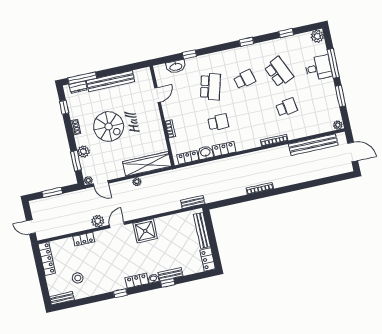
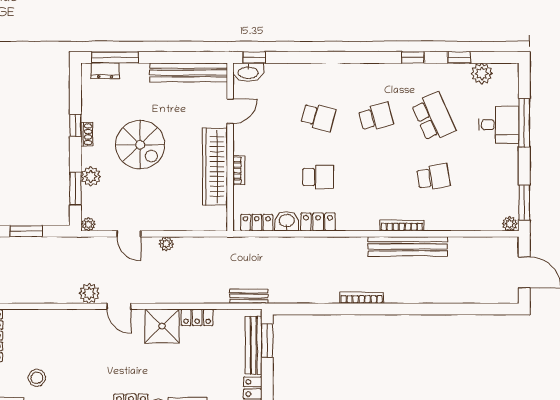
plant: (317, 36) -> (482, 73), moved
window: (247, 42) -> (413, 57), moved
window: (189, 54) -> (254, 57), moved
washbasin: (176, 67) -> (248, 72), moved
bench: (111, 81) -> (189, 72), moved
school desk: (210, 87) -> (318, 117), width x0.54
window: (340, 96) -> (524, 203), moved
window: (64, 107) -> (75, 125), moved
bench: (313, 145) -> (408, 246), moved
wardrobe: (147, 164) -> (215, 167), moved, turned -90
door: (101, 183) -> (129, 234), moved
door: (117, 225) -> (119, 306), swing flipped
window: (209, 226) -> (267, 341), added
locker: (84, 239) -> (197, 317), moved

